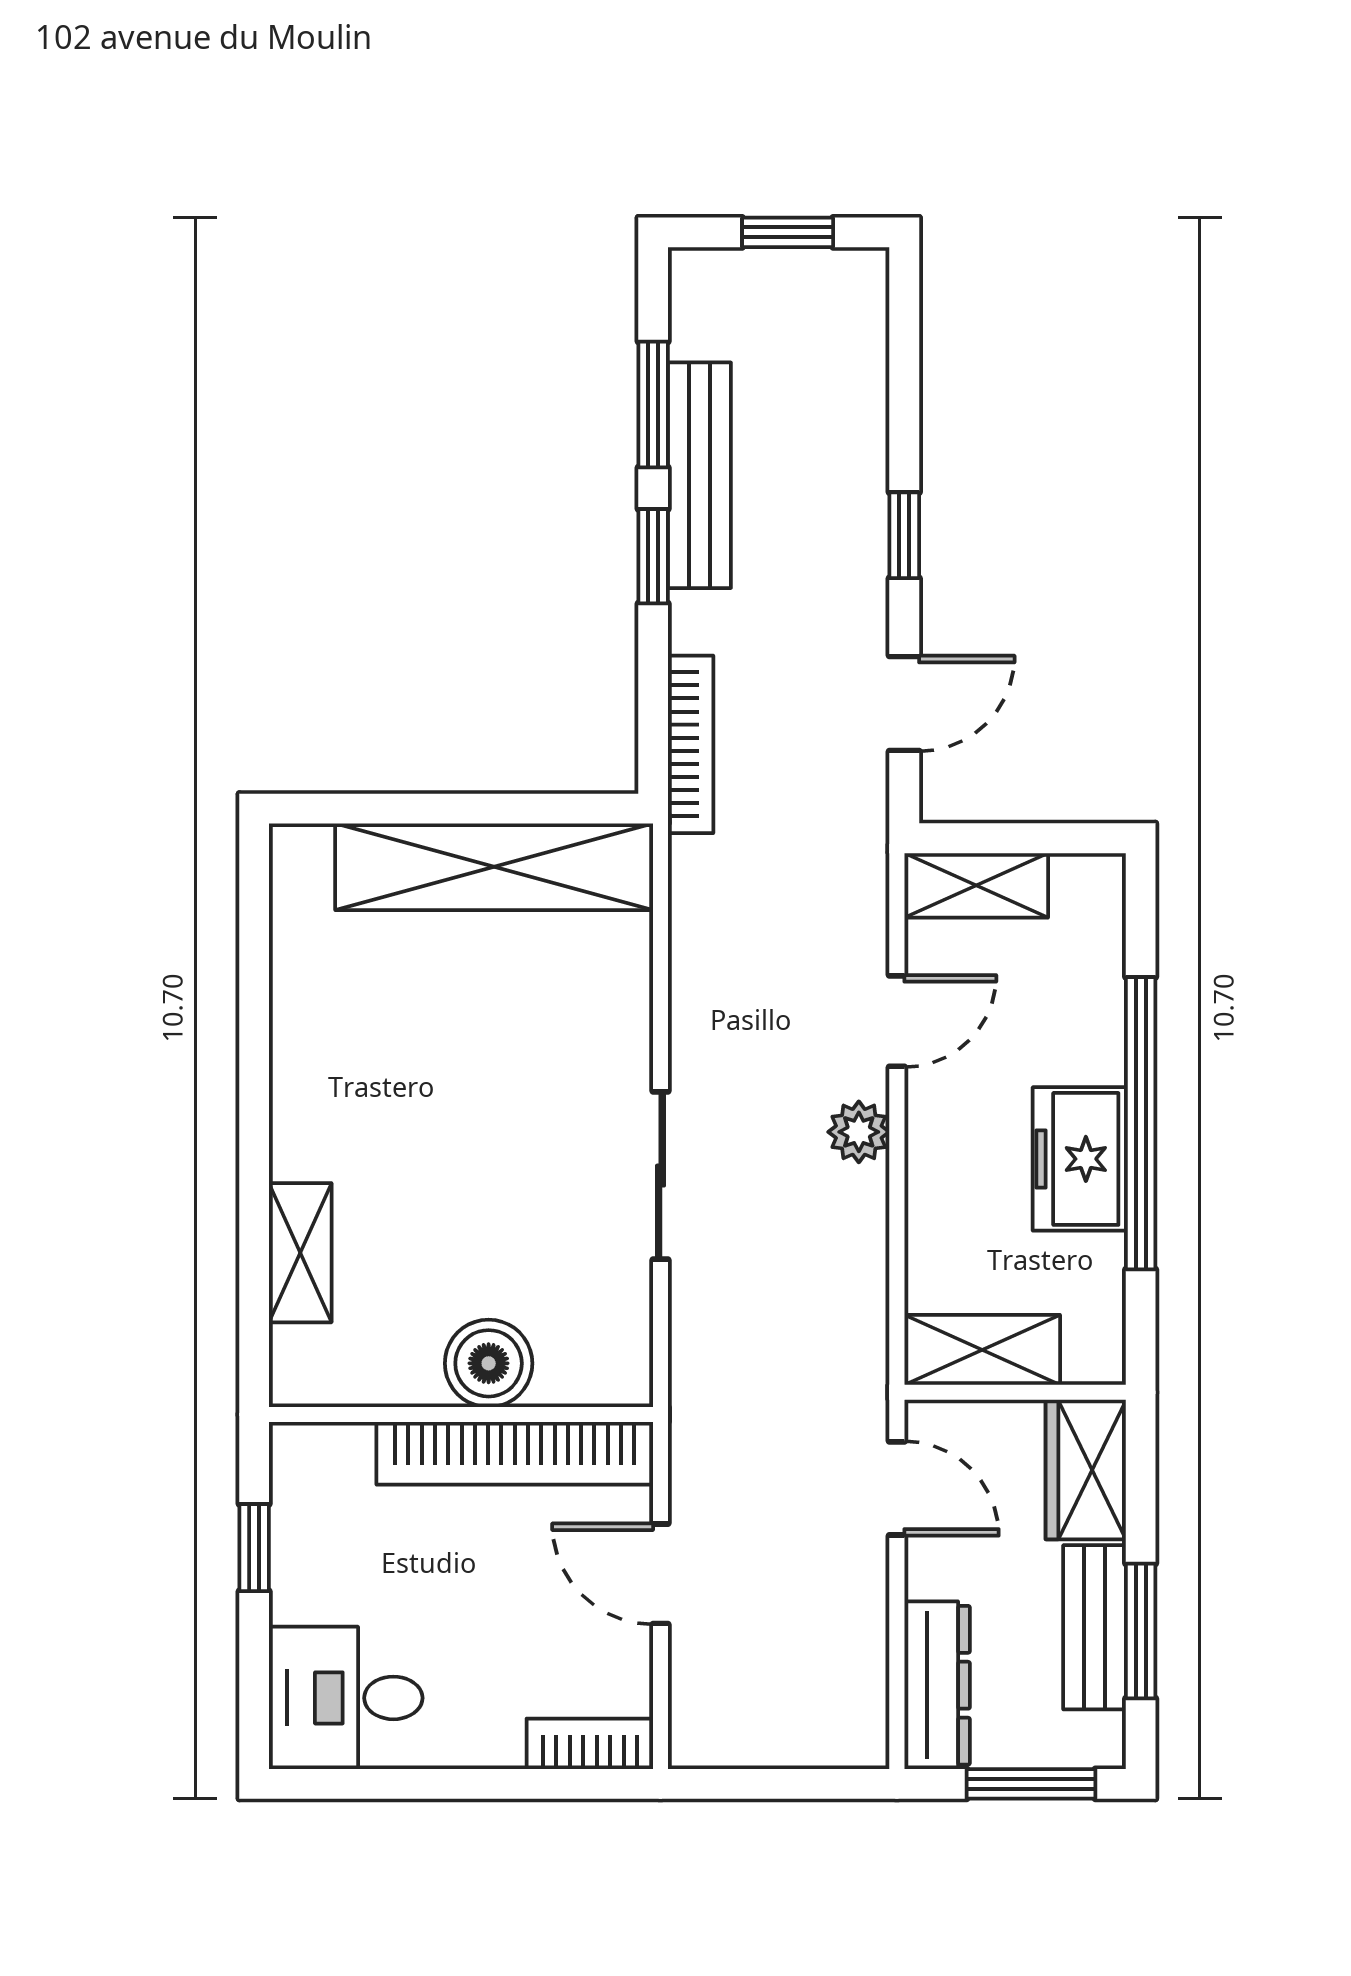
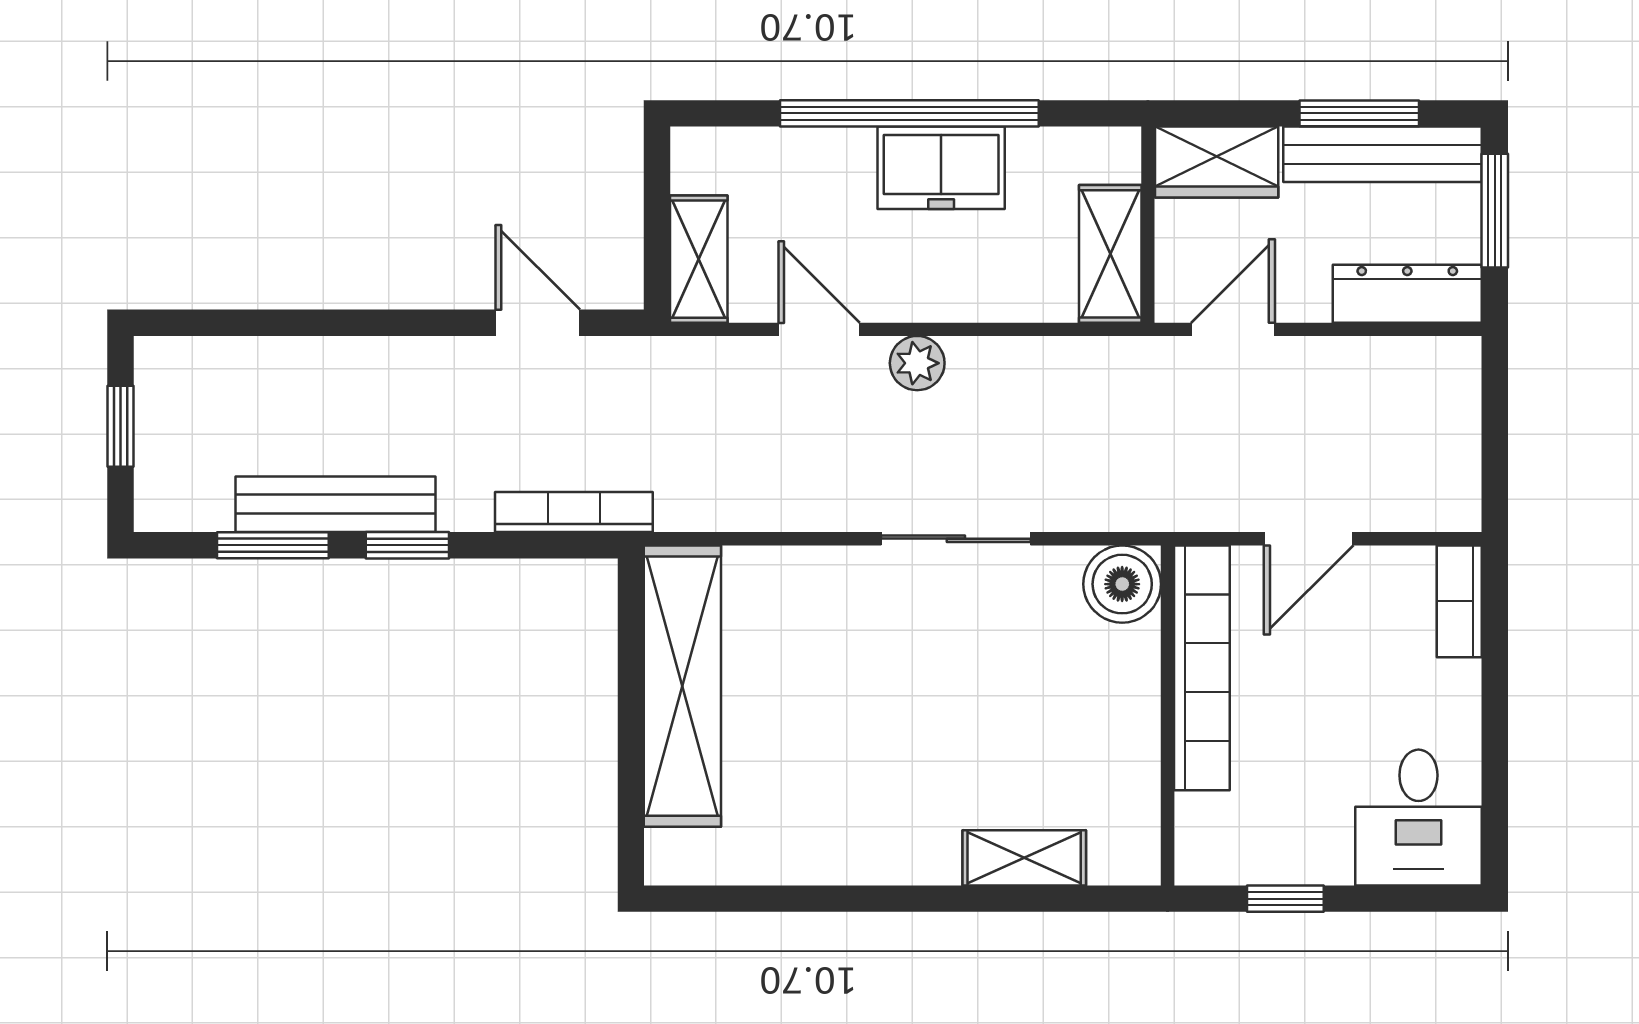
window: (904, 535) -> (389, 323), removed
boiler: (489, 1363) -> (1122, 584), moved
bench: (1095, 1627) -> (1382, 154), width x1.36

